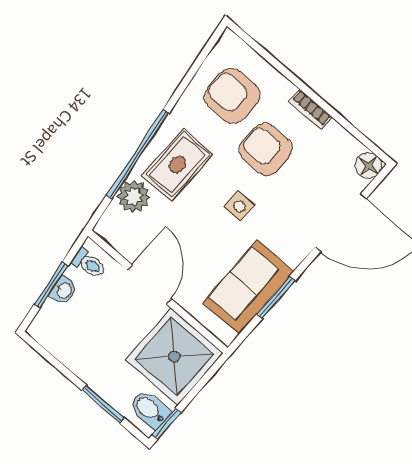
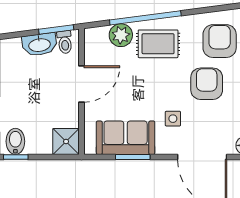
side table: (240, 206) -> (173, 119), moved
window: (51, 285) -> (56, 30), moved
washbasin: (64, 291) -> (39, 44), width x1.91, depth x1.45
shower: (174, 357) -> (66, 141), width x0.54, depth x0.54

